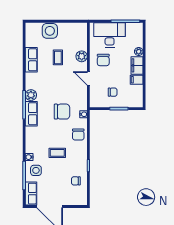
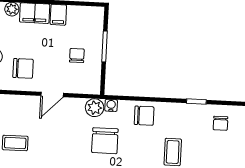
plant: (82, 56) -> (95, 108), moved
chair: (62, 112) -> (105, 141), turned 180

